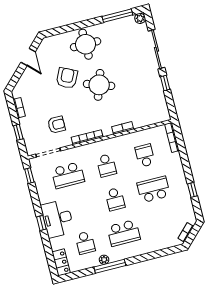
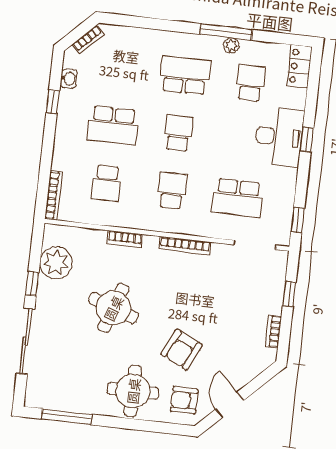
plant: (140, 18) -> (56, 263), moved, width x1.87, depth x1.87
round table: (99, 85) -> (113, 308), moved
armchair: (56, 125) -> (184, 400), moved
school desk: (68, 175) -> (237, 198), turned 180
washbasin: (188, 206) -> (69, 79), added

